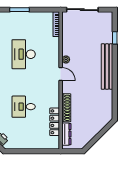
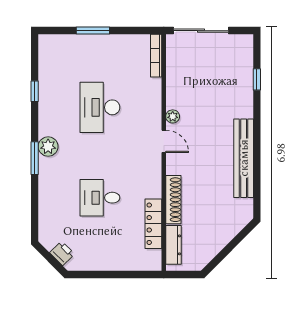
bench: (107, 67) -> (244, 158), moved

